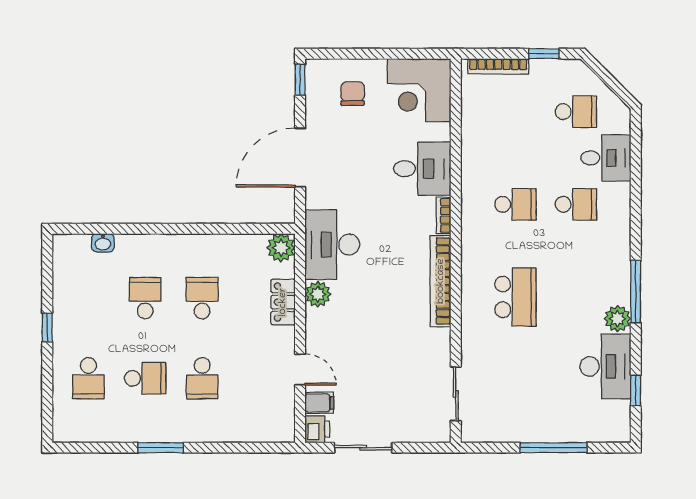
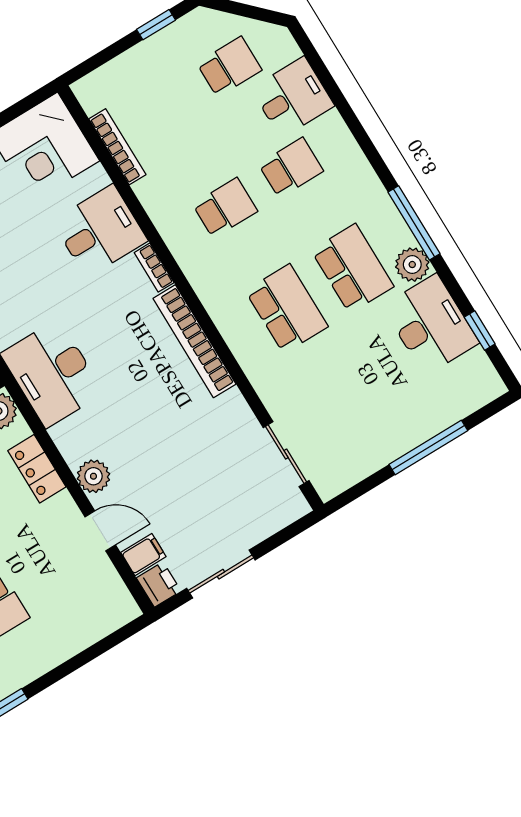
bookcase: (498, 66) -> (117, 147), moved, turned -90
plant: (318, 294) -> (93, 476), moved
school desk: (576, 297) -> (352, 269), added

